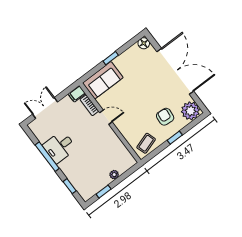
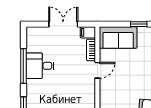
double door: (45, 108) -> (63, 24), moved
door: (106, 117) -> (97, 70), hinge flipped

